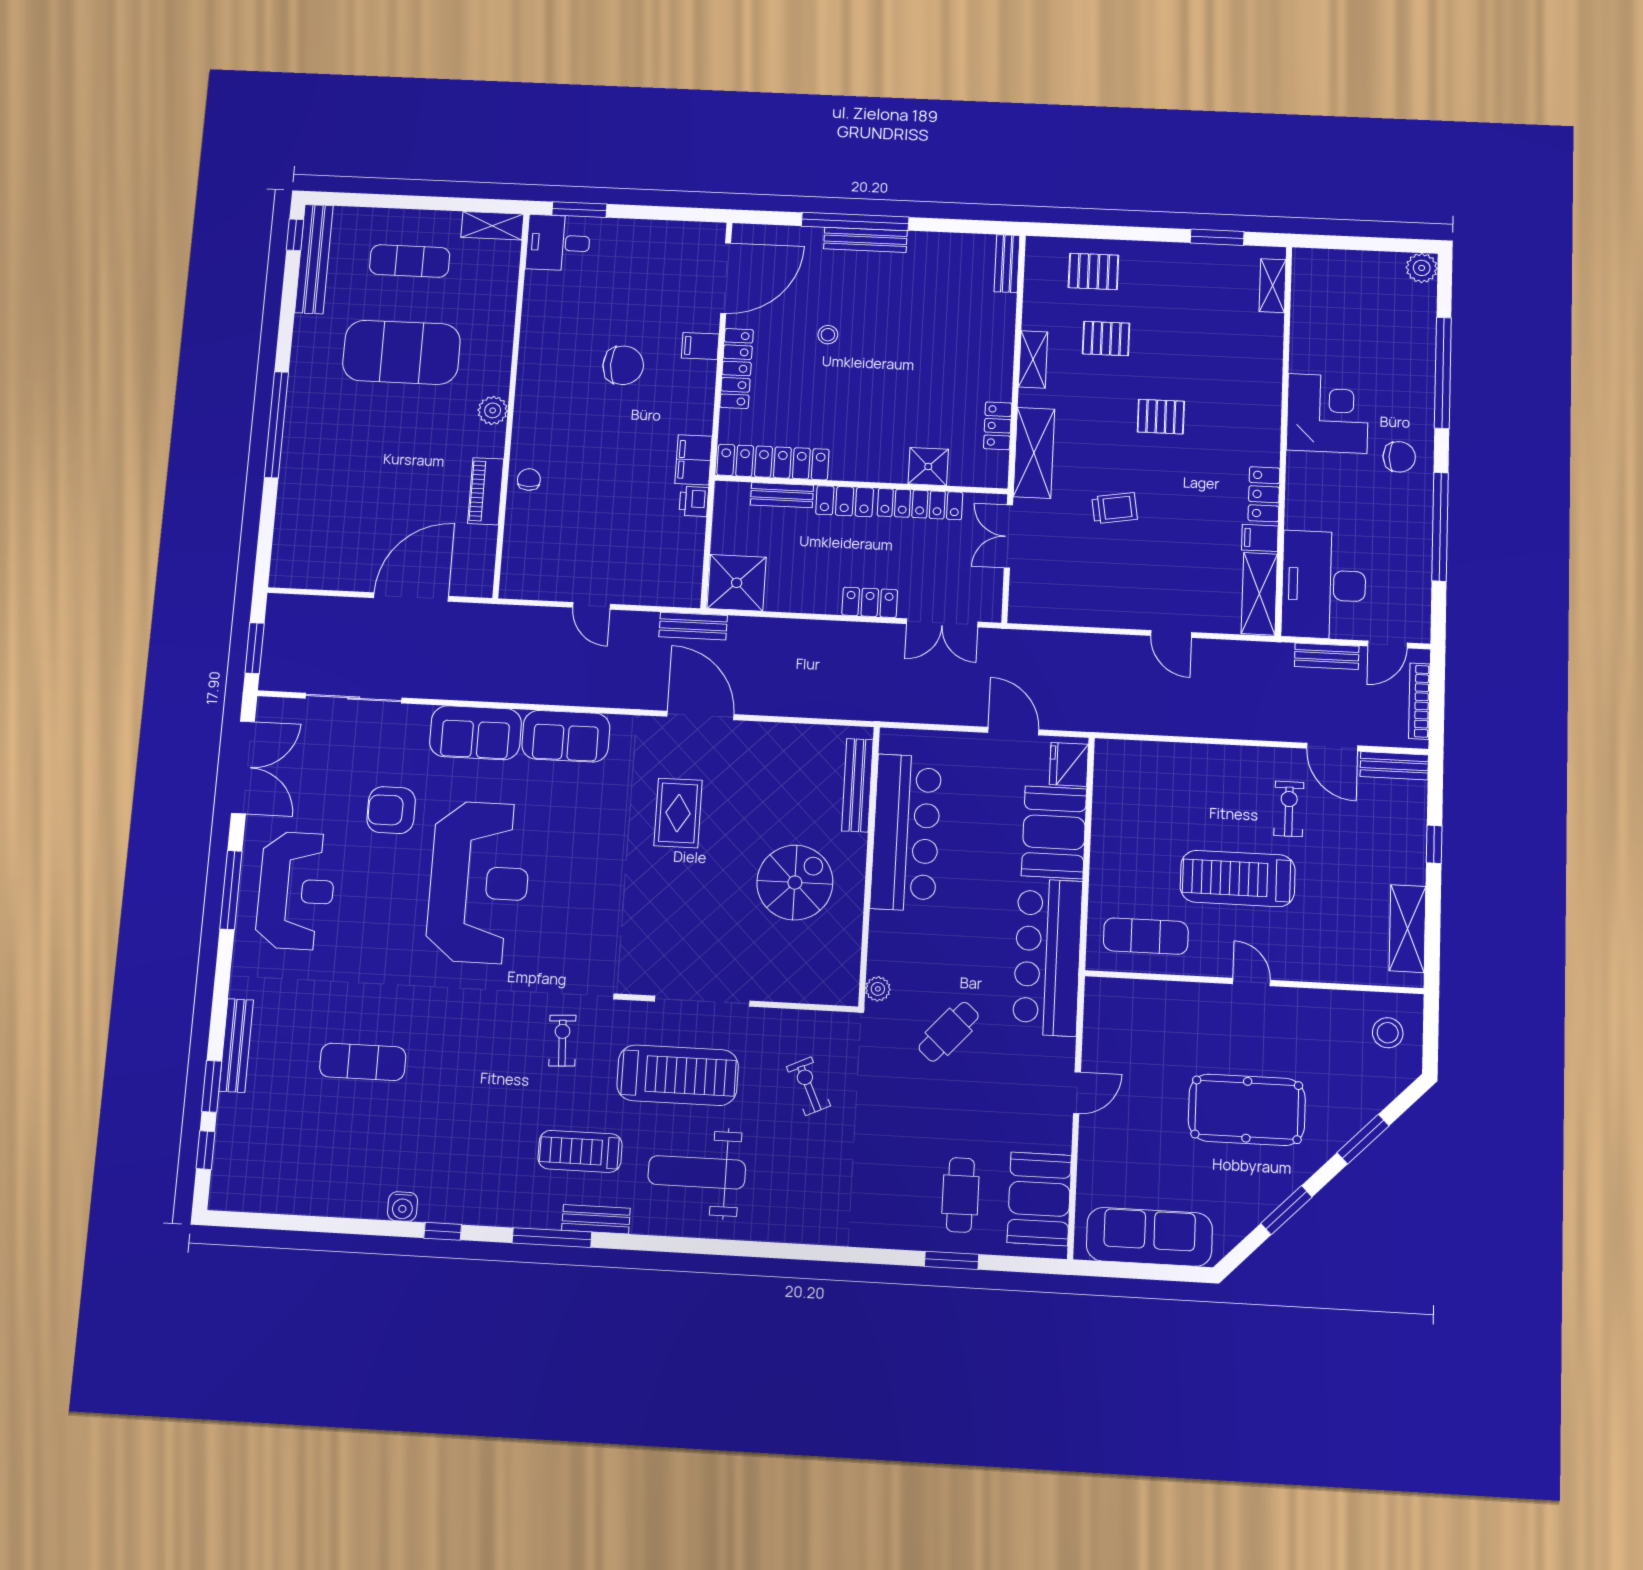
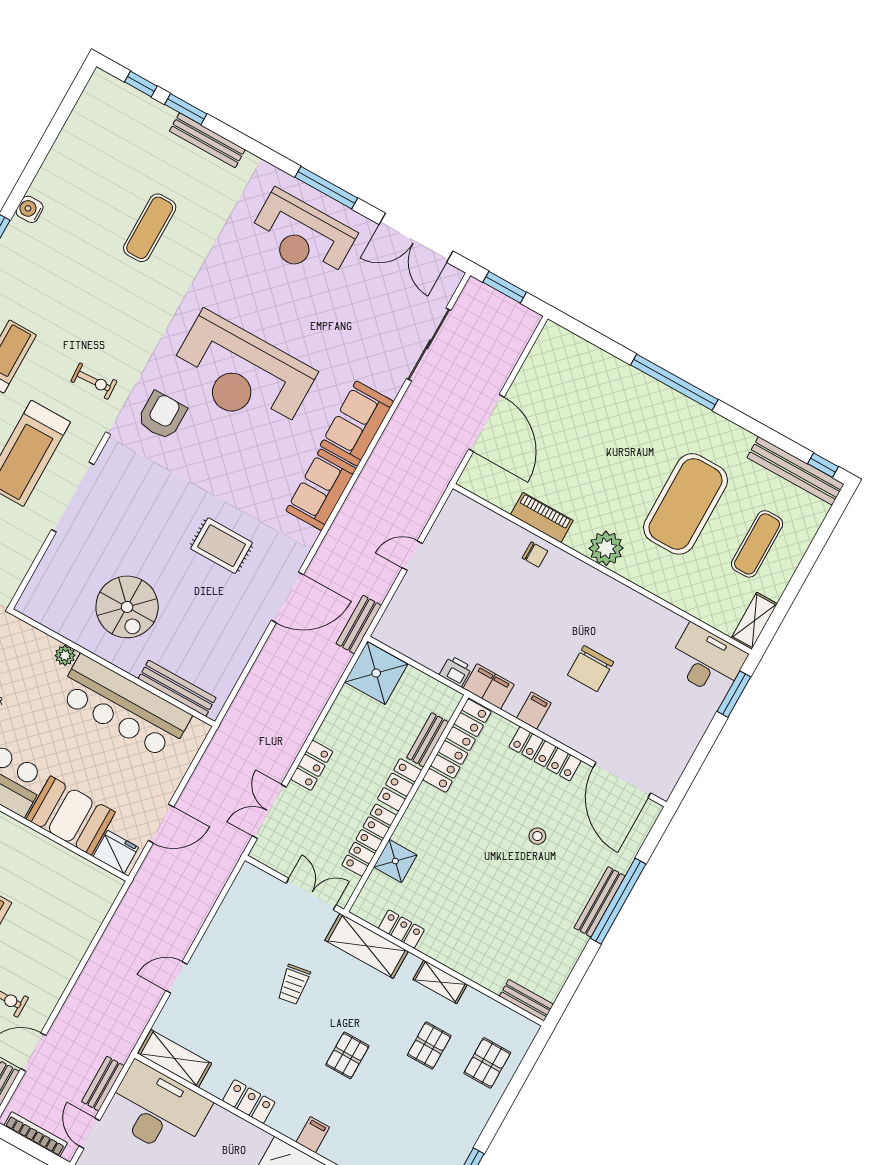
desk: (558, 243) -> (707, 661), width x1.37
filing cabinet: (700, 346) -> (534, 711), moved
plant: (493, 410) -> (606, 548), width x1.36, depth x1.36
filing cabinet: (1260, 538) -> (313, 1135), moved
armchair: (391, 810) -> (162, 416), moved
plant: (878, 989) -> (65, 655), moved

